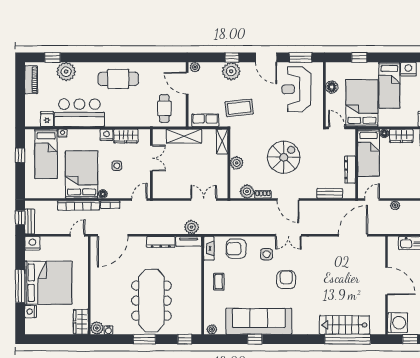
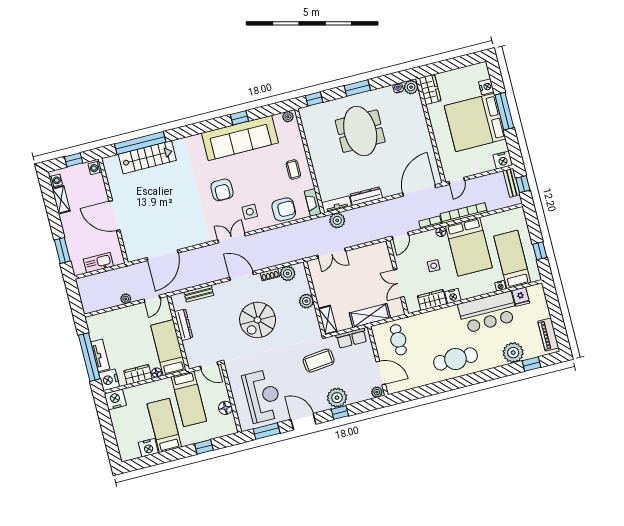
bed: (362, 103) -> (189, 399), width x0.67
meeting table: (151, 301) -> (360, 131), width x0.73
washing machine: (398, 323) -> (95, 168), width x0.53, depth x0.53

